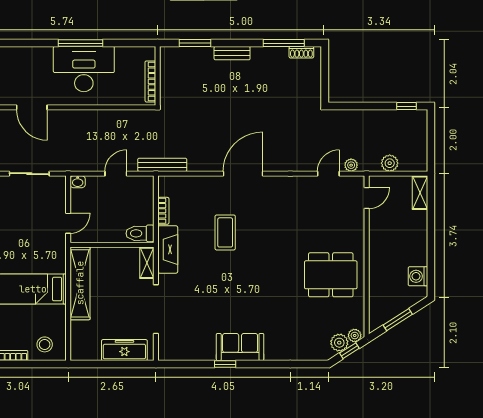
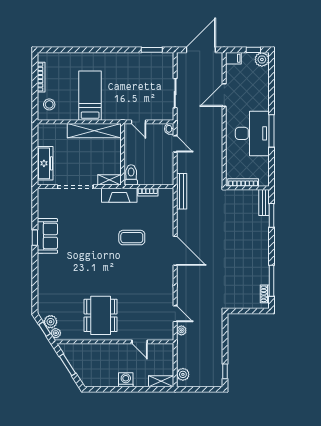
bench: (232, 53) -> (264, 202), moved
plant: (390, 163) -> (183, 374), moved
door: (116, 174) -> (175, 144), moved
door: (367, 198) -> (140, 342), moved
washing machine: (418, 276) -> (126, 380), moved
sofa: (240, 347) -> (47, 236), moved

